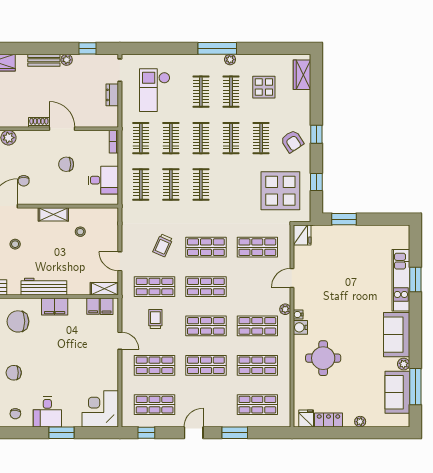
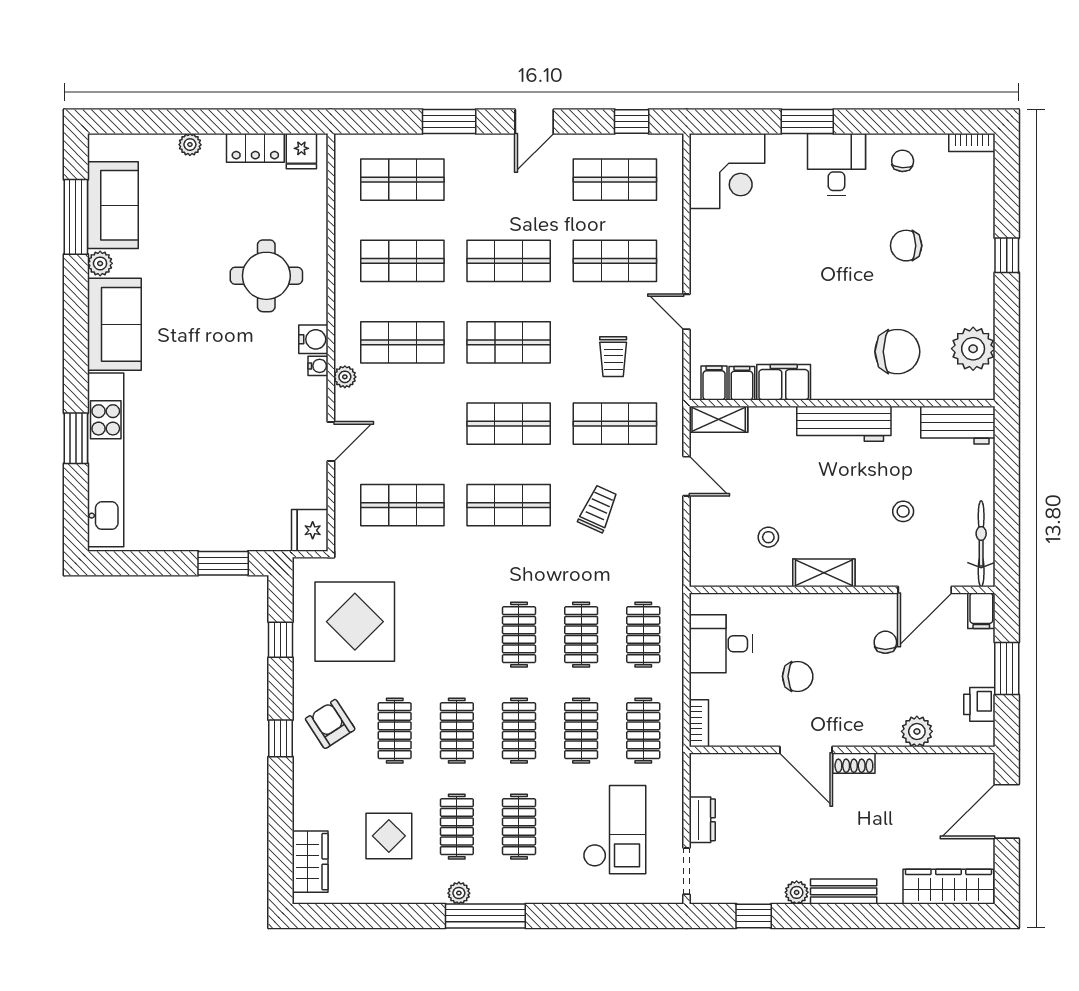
kitchen unit: (401, 280) -> (106, 460), width x1.36
filing cabinet: (55, 307) -> (784, 382), moved
chair: (14, 373) -> (906, 246), turned 180

